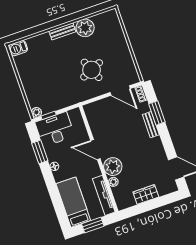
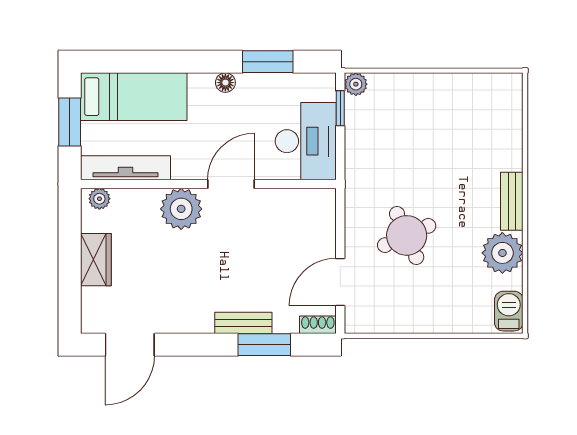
barbecue: (18, 48) -> (509, 311), moved
desk: (55, 129) -> (306, 141), moved
plant: (113, 182) -> (99, 199), moved

